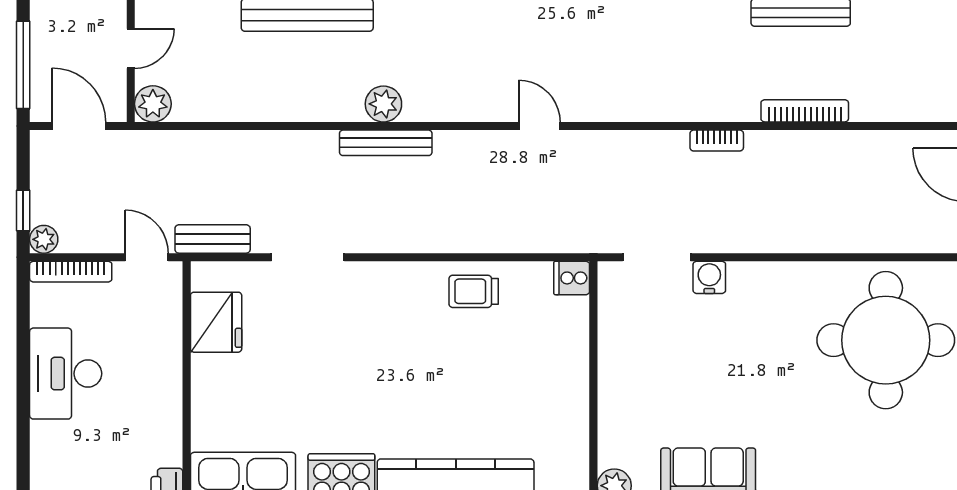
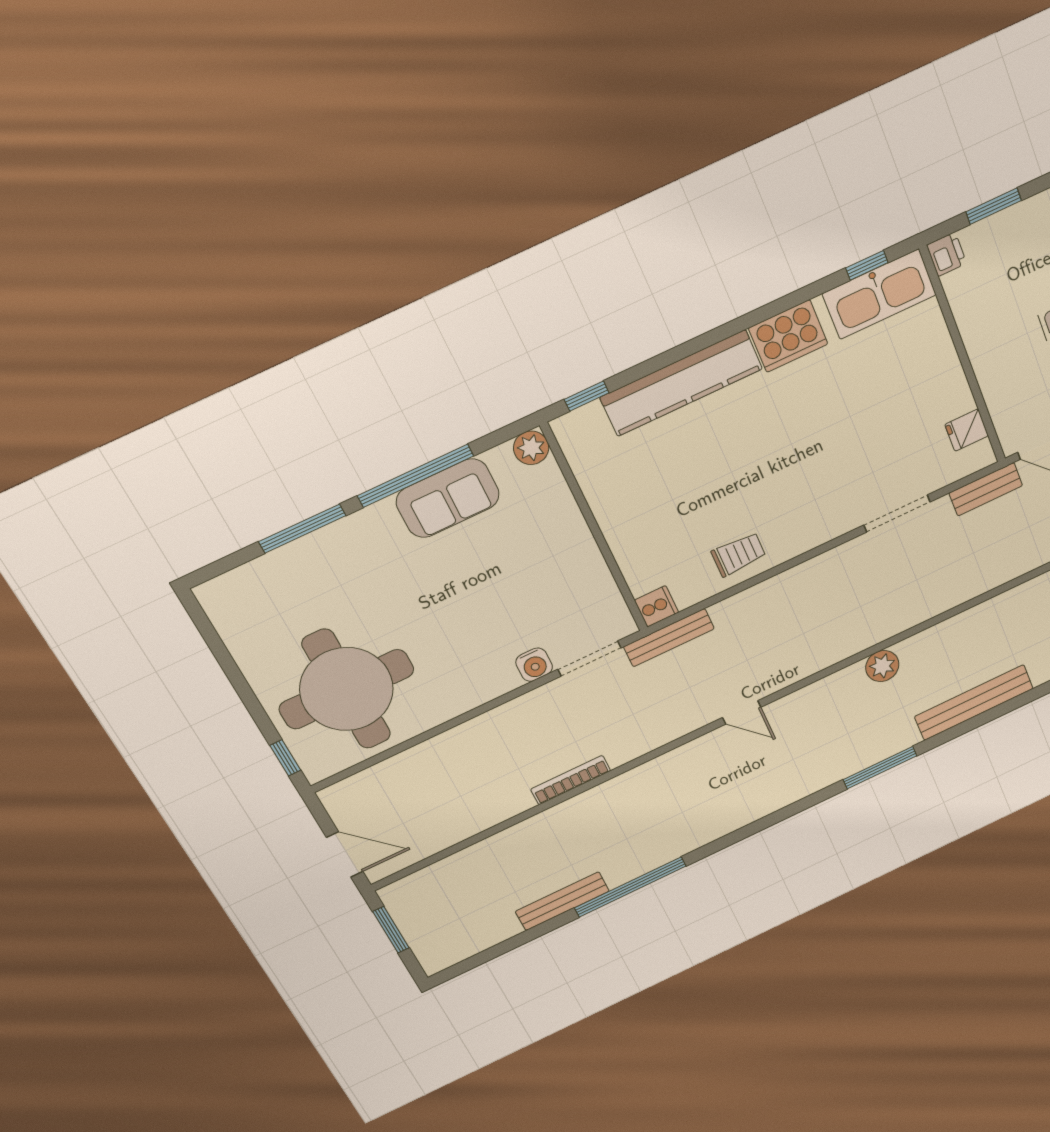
bookcase: (805, 111) -> (520, 832), removed
bookcase: (717, 141) -> (571, 780), width x1.56
bench: (386, 143) -> (669, 638), moved
fridge: (216, 322) -> (967, 430), width x0.53, depth x0.75

